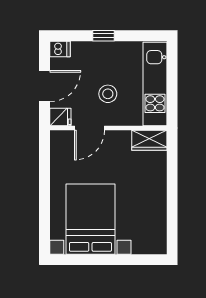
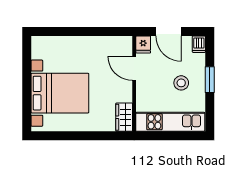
window: (103, 36) -> (210, 80), width x1.50
stool: (108, 94) -> (181, 83), moved
bed with nightstands: (90, 219) -> (60, 93), moved

